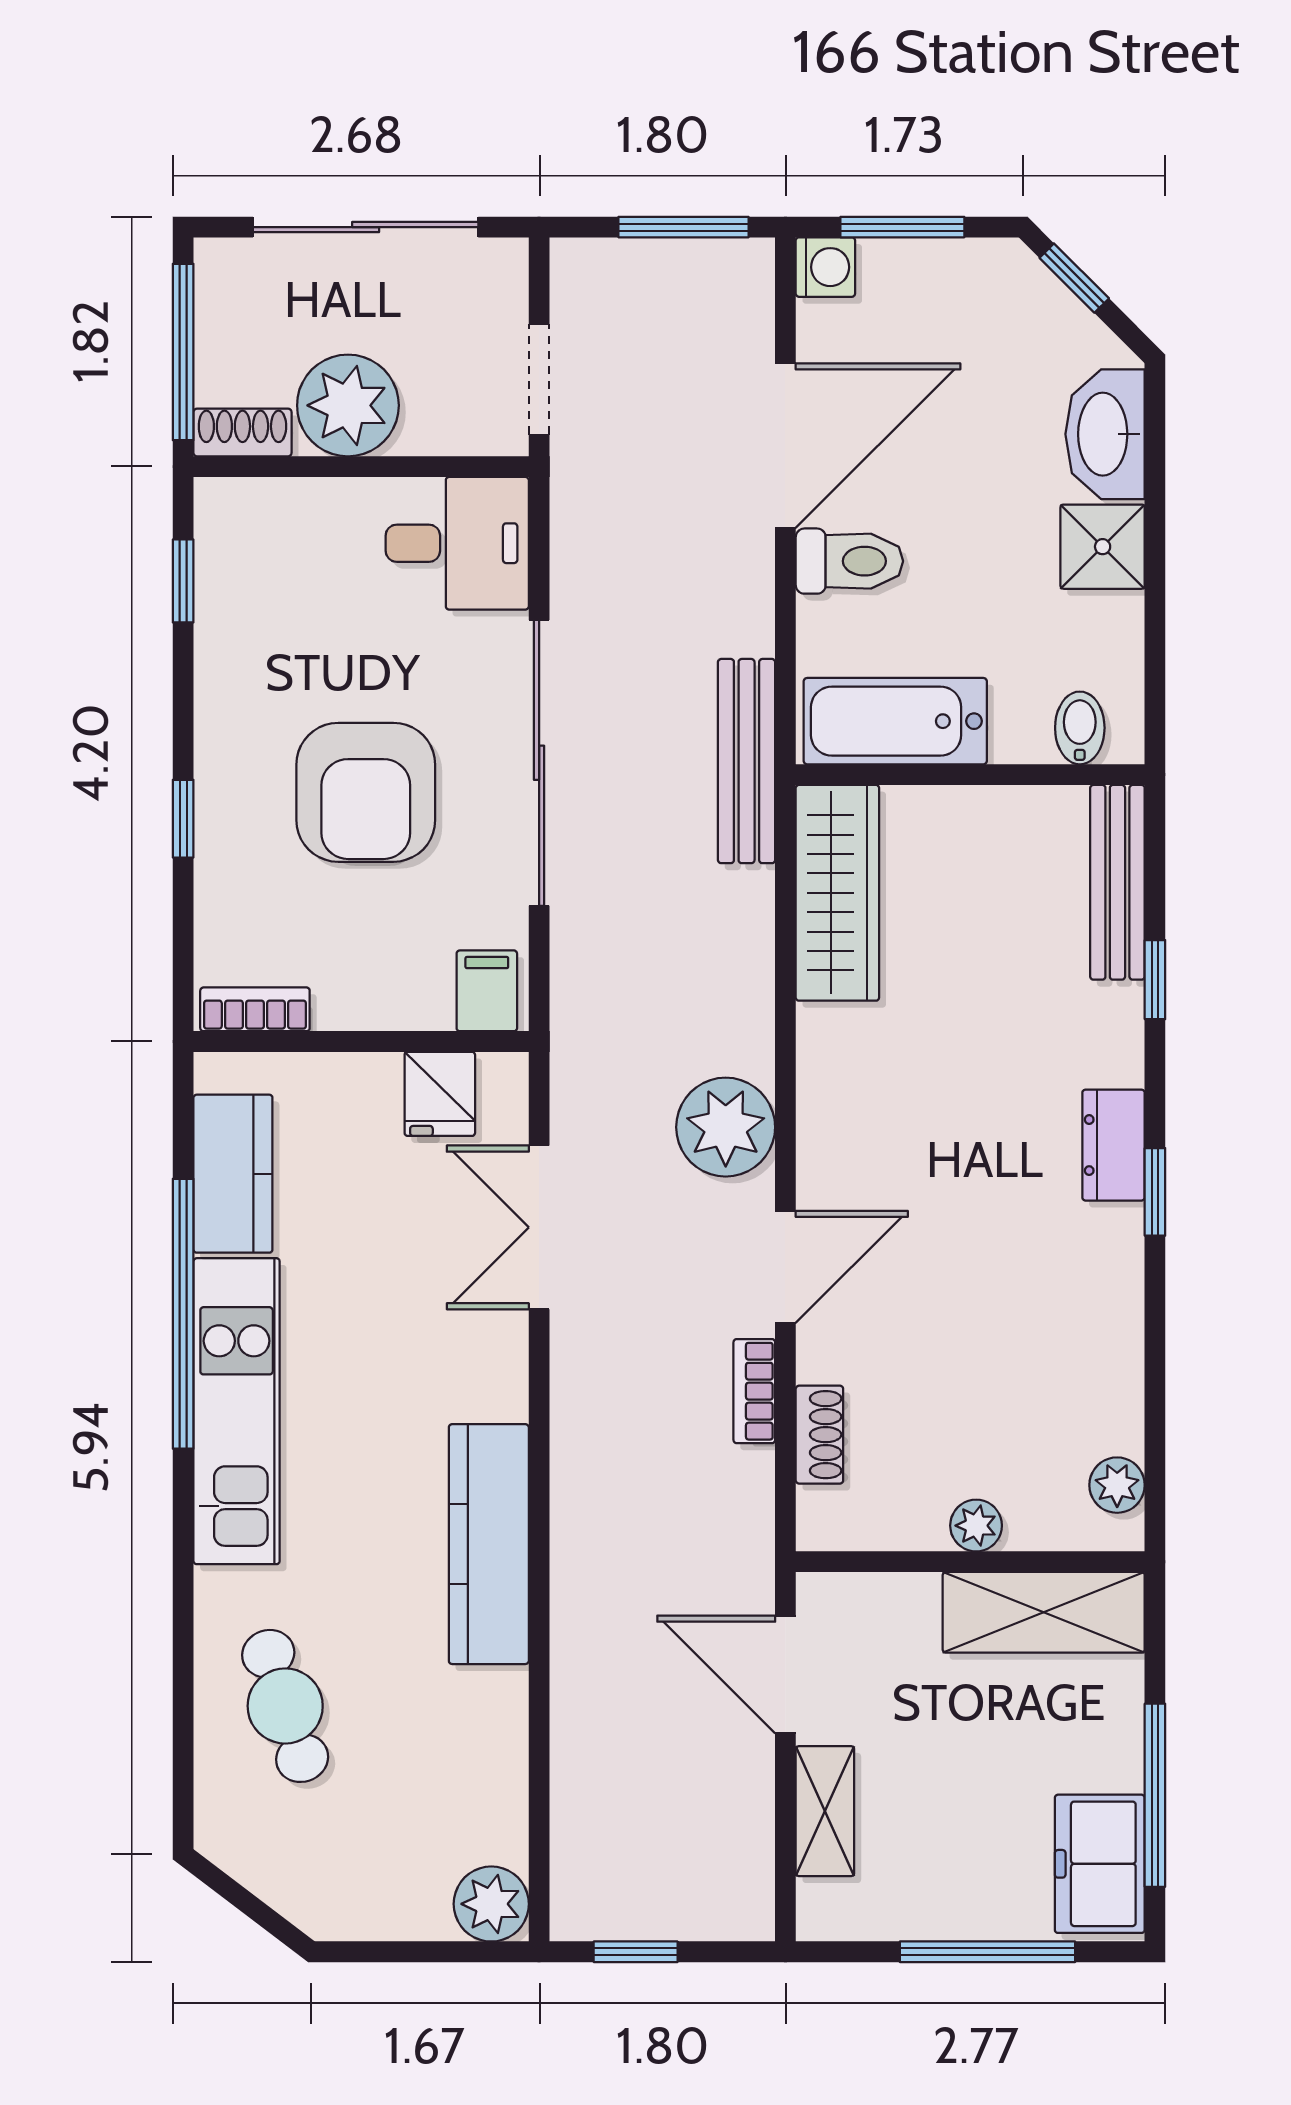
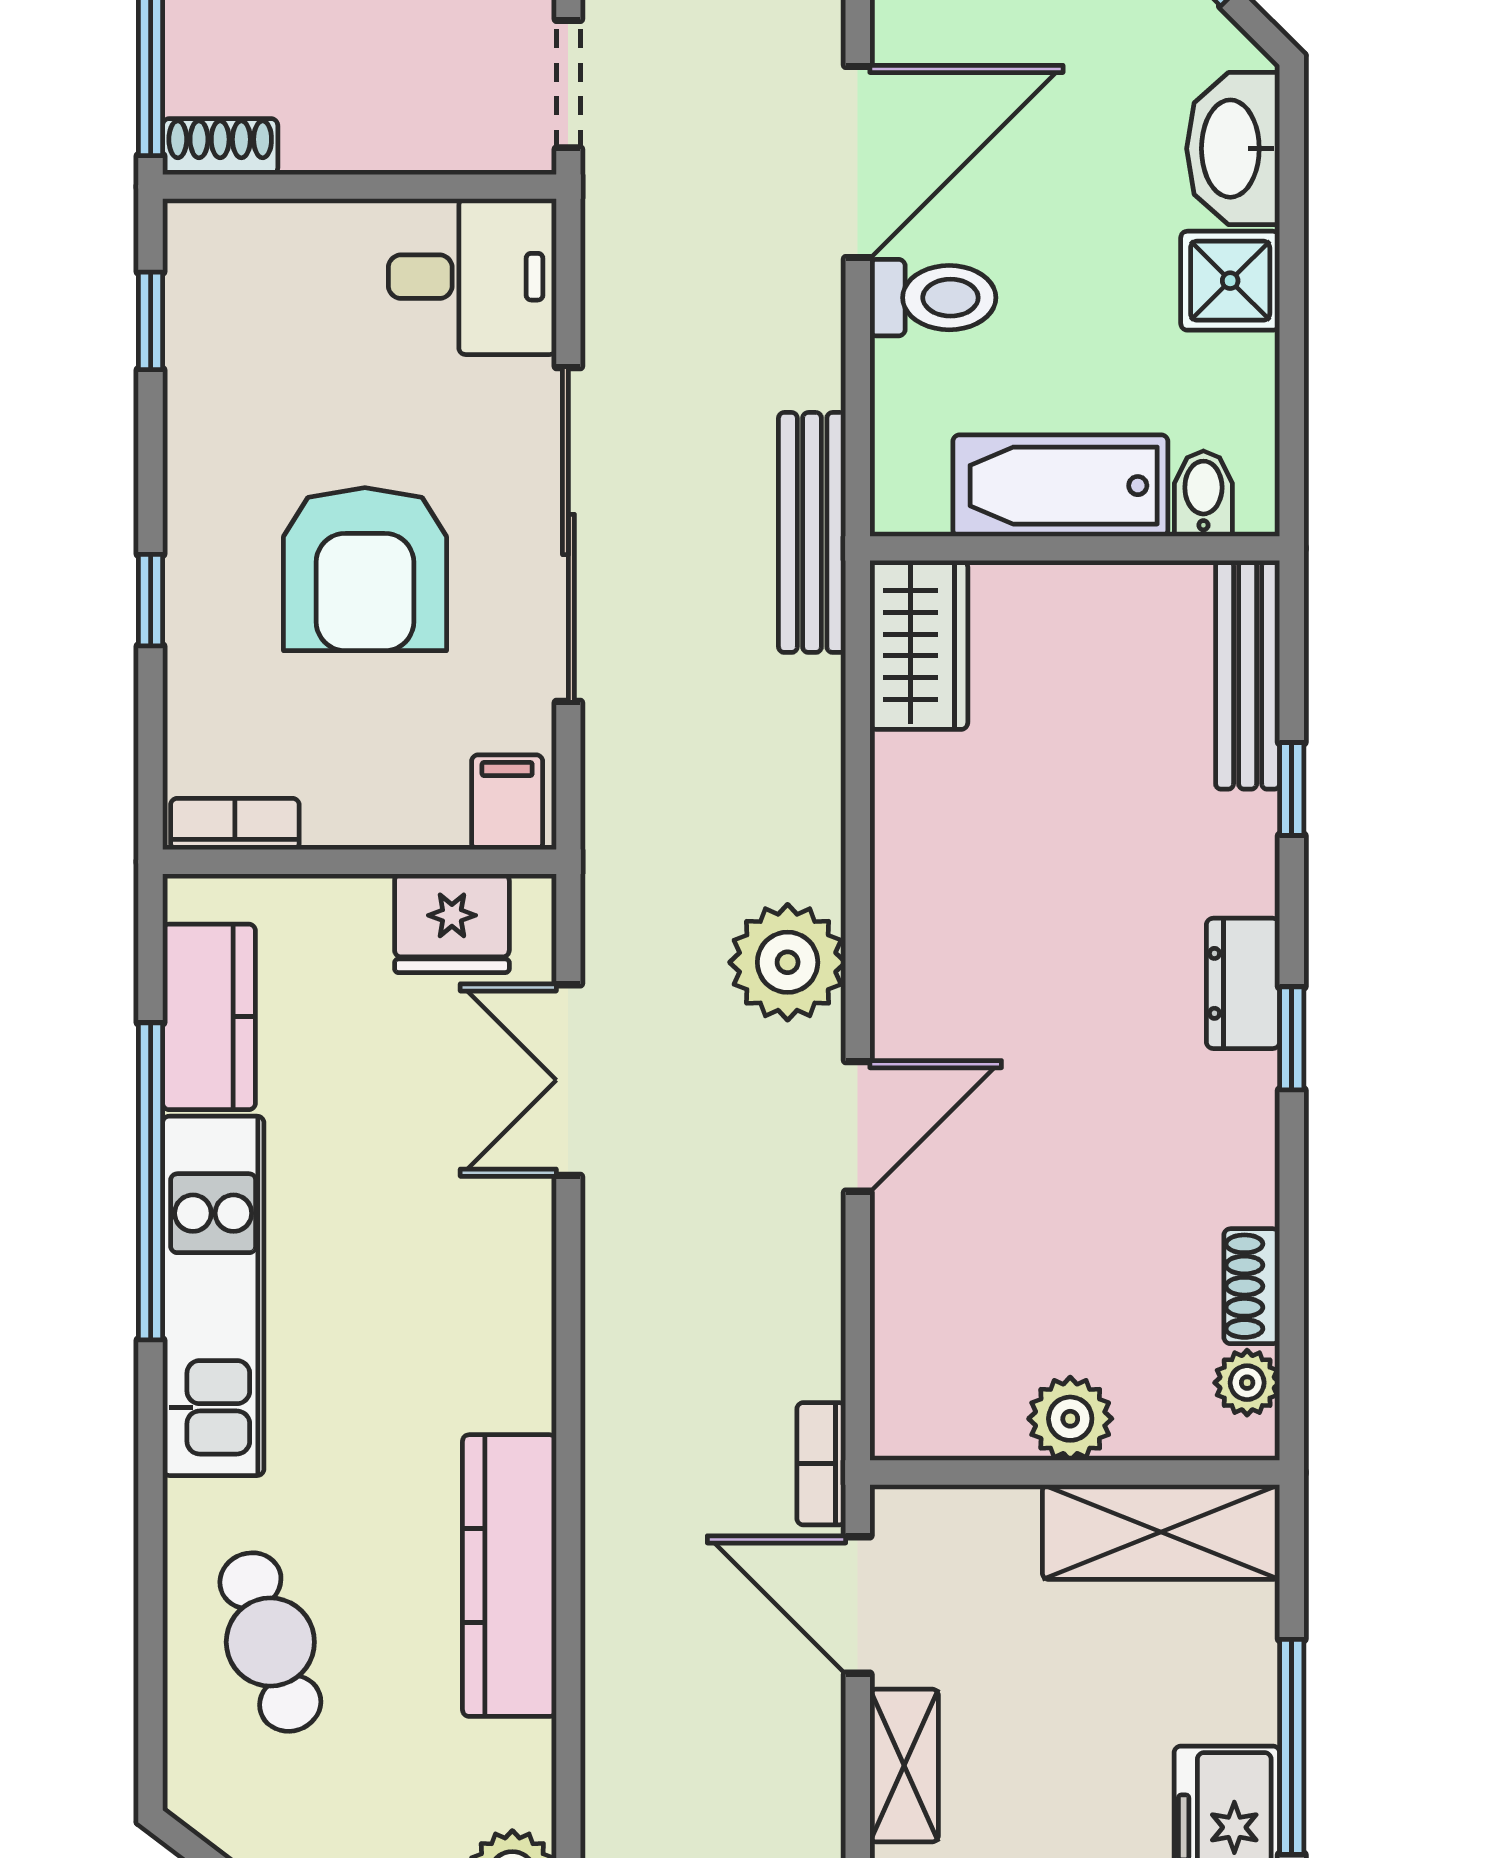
plant: (348, 405) -> (344, 115), removed
bathtub: (895, 721) -> (1060, 486), moved
wardrobe: (837, 893) -> (919, 645), width x0.67
fridge: (440, 1094) -> (452, 923), width x1.38
bookcase: (754, 1391) -> (821, 1464), moved
shoe rack: (819, 1435) -> (1252, 1286), moved, turned 180
plant: (976, 1526) -> (1070, 1419), width x1.38, depth x1.38
kitchen counter: (489, 1544) -> (509, 1576), moved

